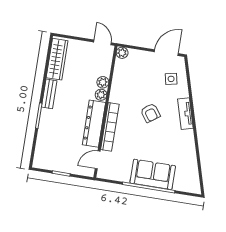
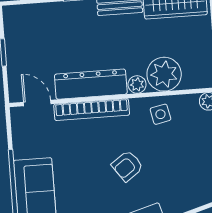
side table: (171, 79) -> (160, 114), moved
plant: (103, 82) -> (164, 74), width x1.88, depth x1.88

